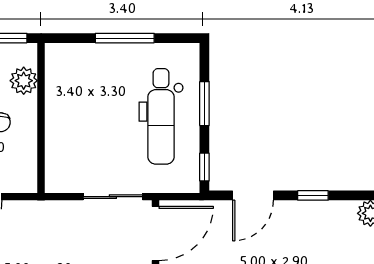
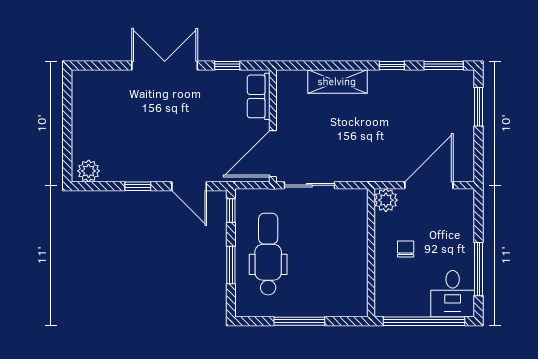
plant: (24, 81) -> (386, 200), moved
door: (253, 195) -> (189, 186), swing flipped

